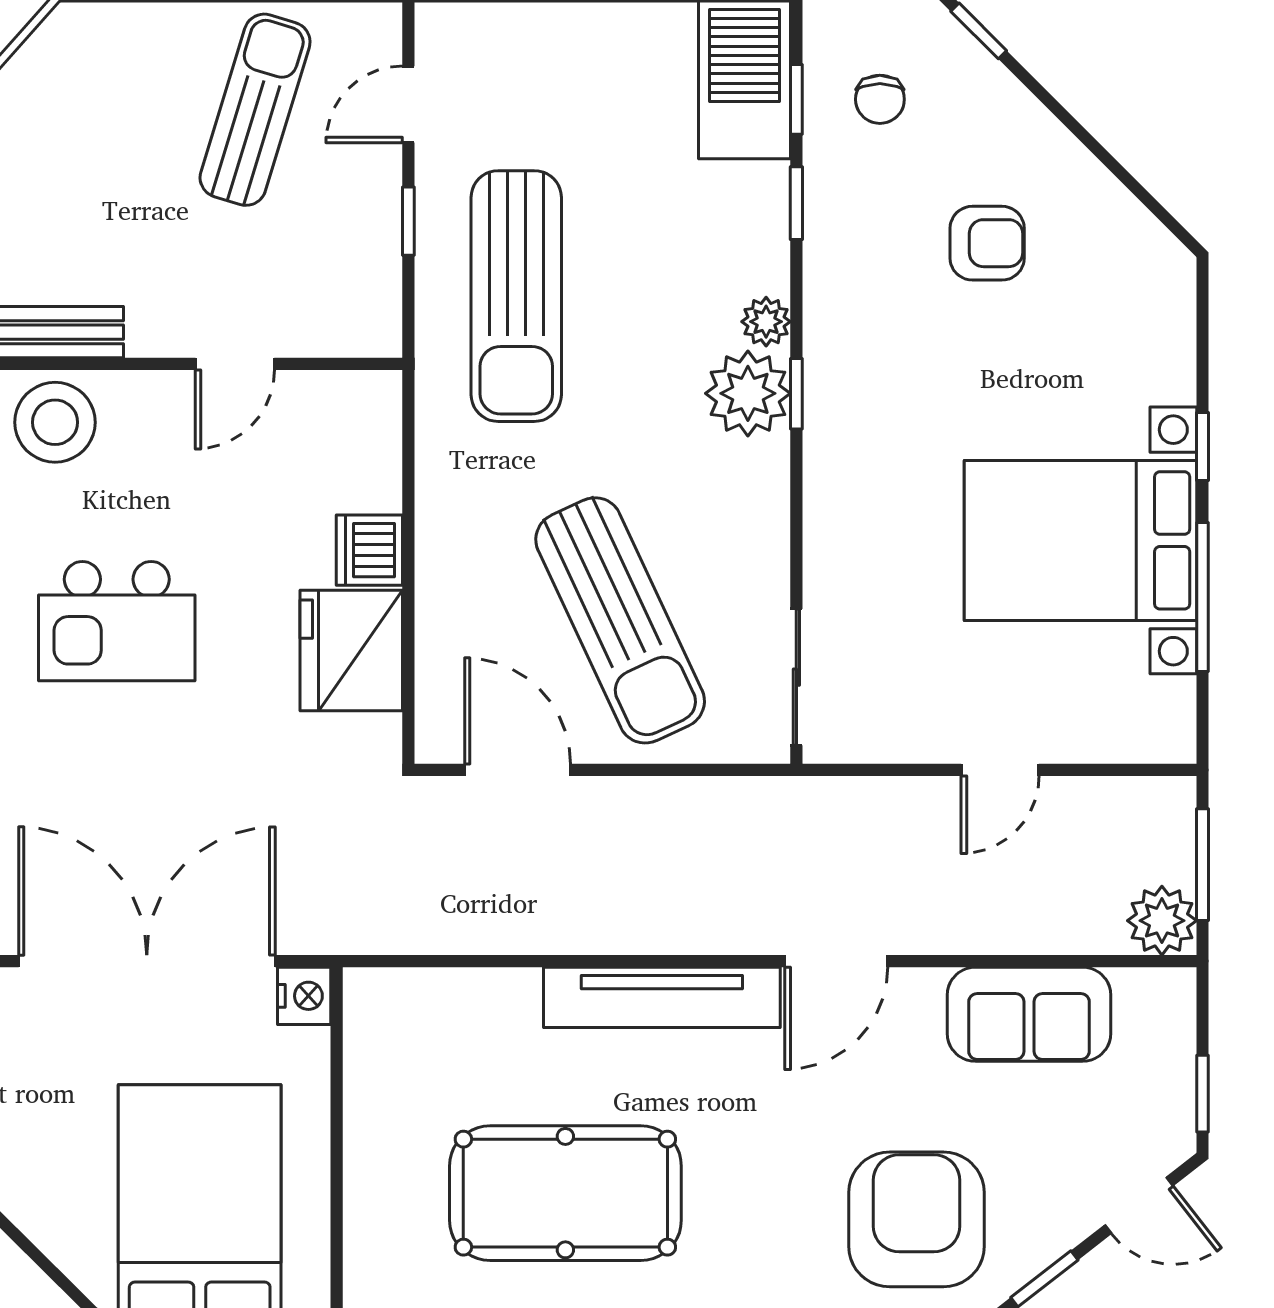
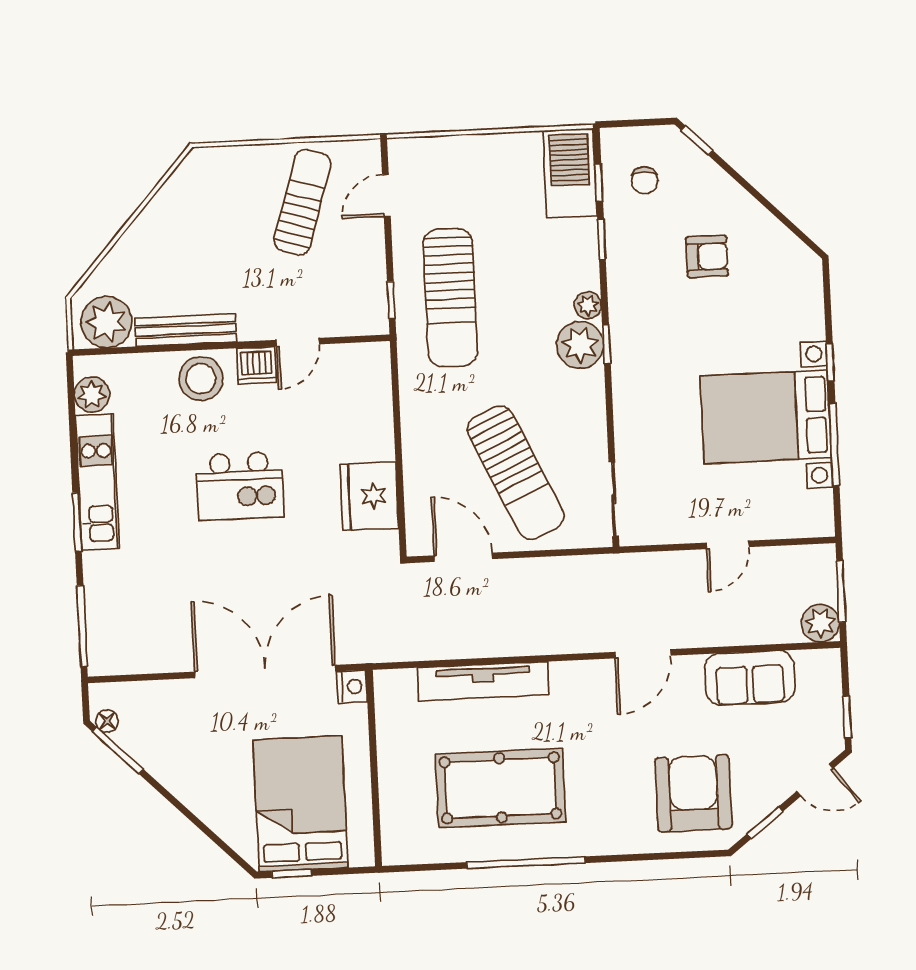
window: (408, 221) -> (391, 300), moved
dishwasher: (369, 550) -> (257, 365), moved, turned -90
tv unit: (662, 997) -> (483, 681), moved

